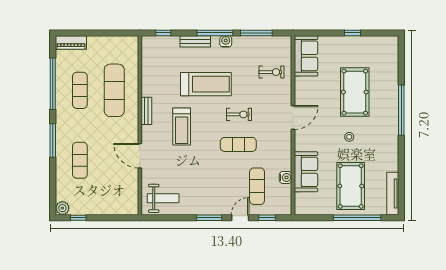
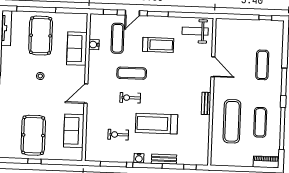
sofa: (306, 56) -> (74, 131), moved
exercise bike: (272, 72) -> (118, 135), moved
pool table: (355, 92) -> (33, 135), moved
treadmill: (182, 126) -> (158, 45), moved, turned 90
plant: (62, 208) -> (278, 26), removed

